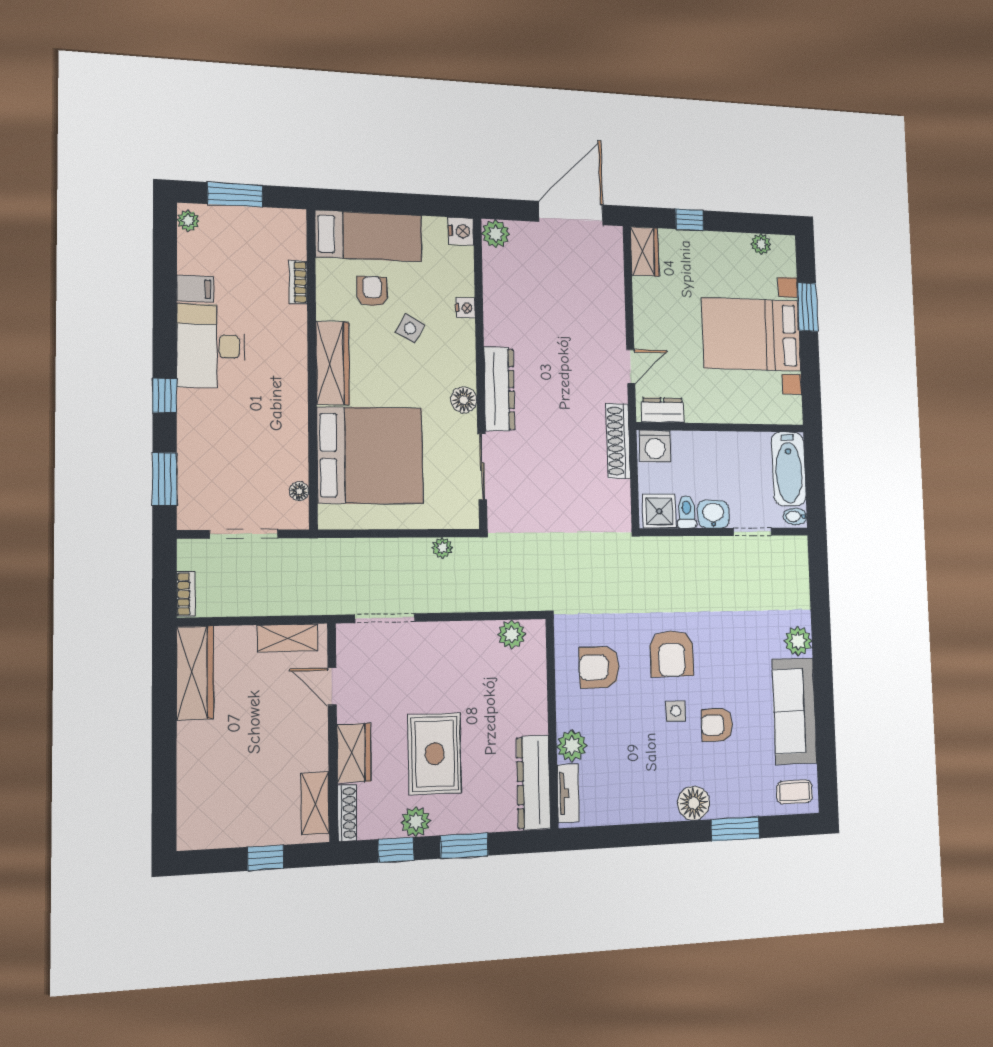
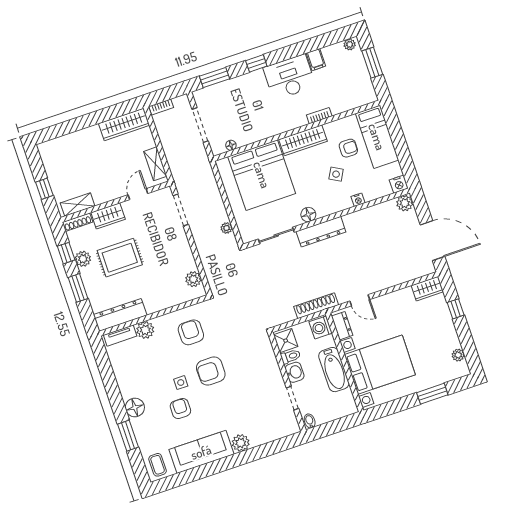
bookcase: (298, 282) -> (319, 116), moved
bed with nightstands: (751, 334) -> (380, 365), moved, turned 90
bathtub: (789, 469) -> (334, 370), moved, turned -90

